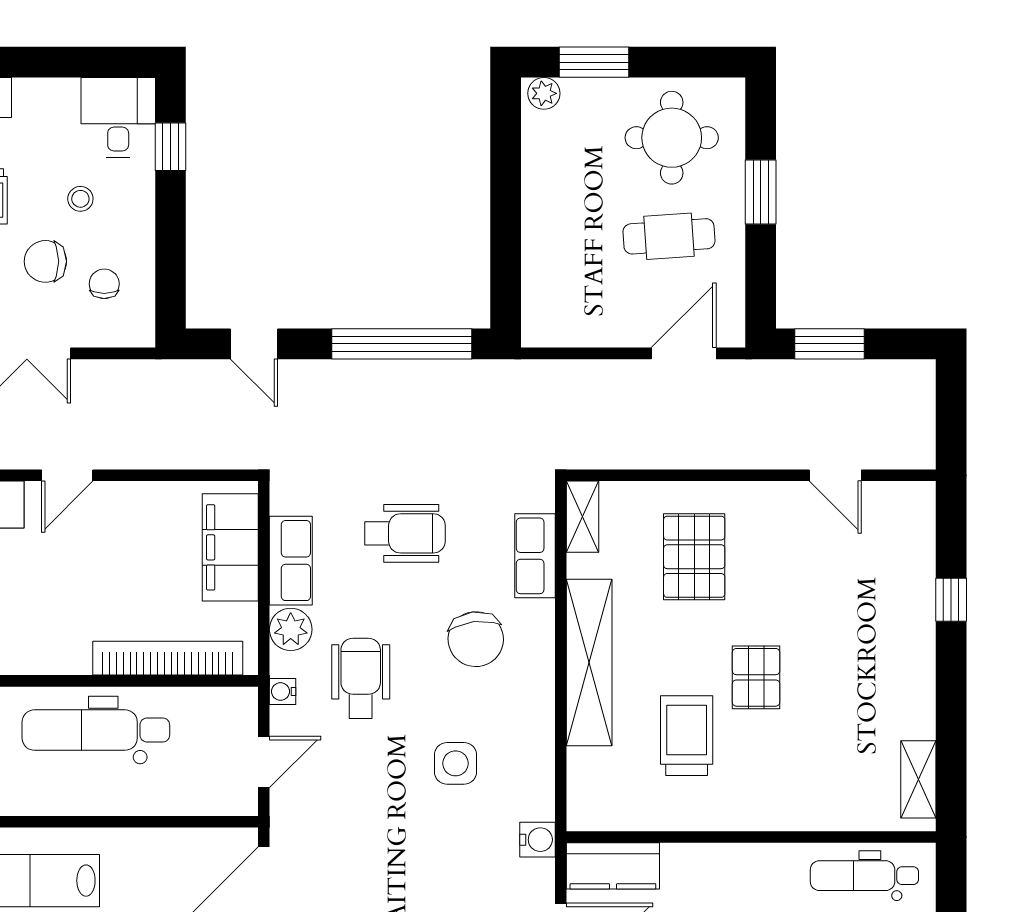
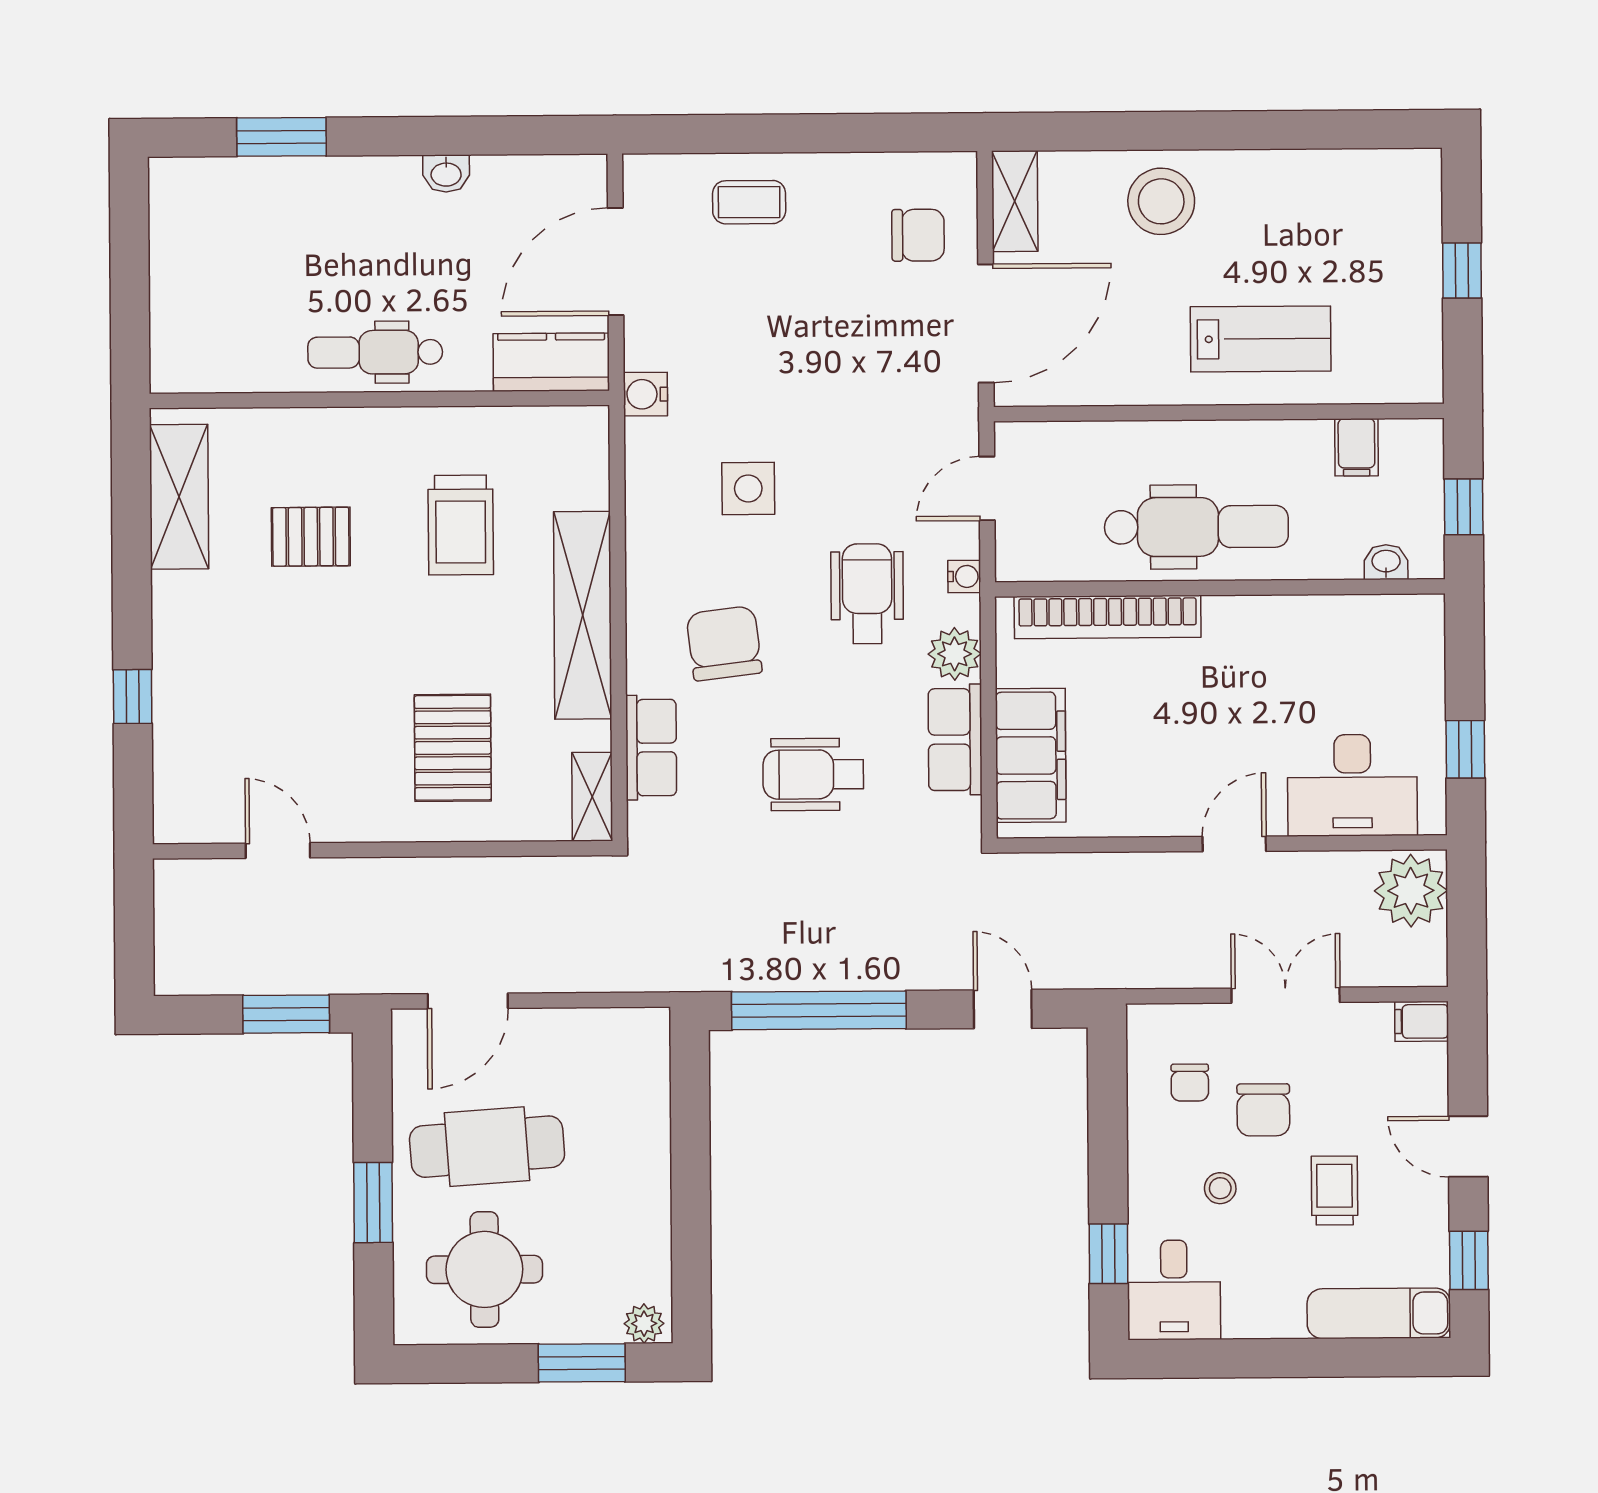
cafe table: (669, 236) -> (487, 1147), width x1.37, depth x1.35
chair: (45, 261) -> (1263, 1110), turned 90
pallet: (756, 677) -> (311, 537), moved, turned 90
wheelchair: (361, 678) -> (867, 594), turned 180
shelving: (918, 779) -> (179, 497), width x1.50, depth x1.33
dental chair: (864, 876) -> (375, 352), moved, turned 180

